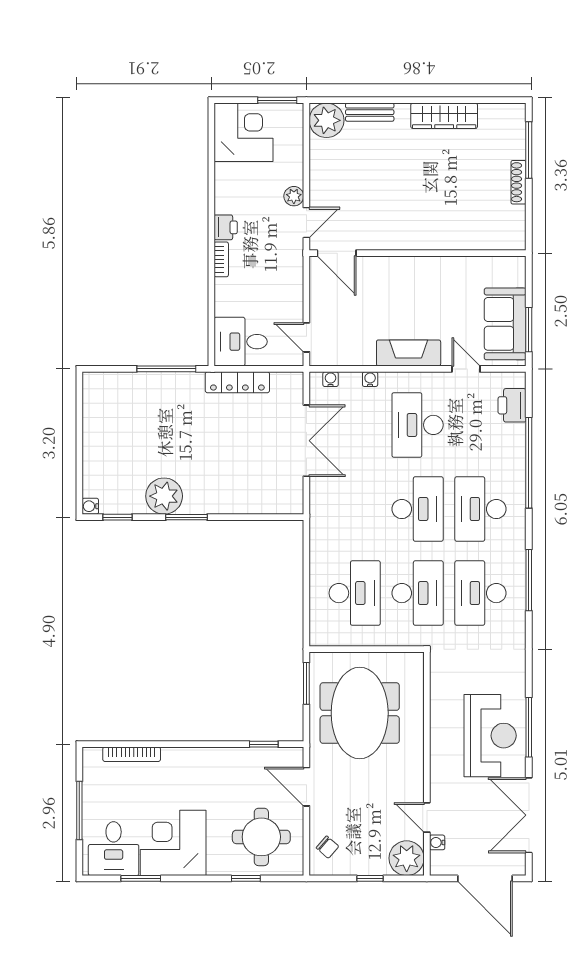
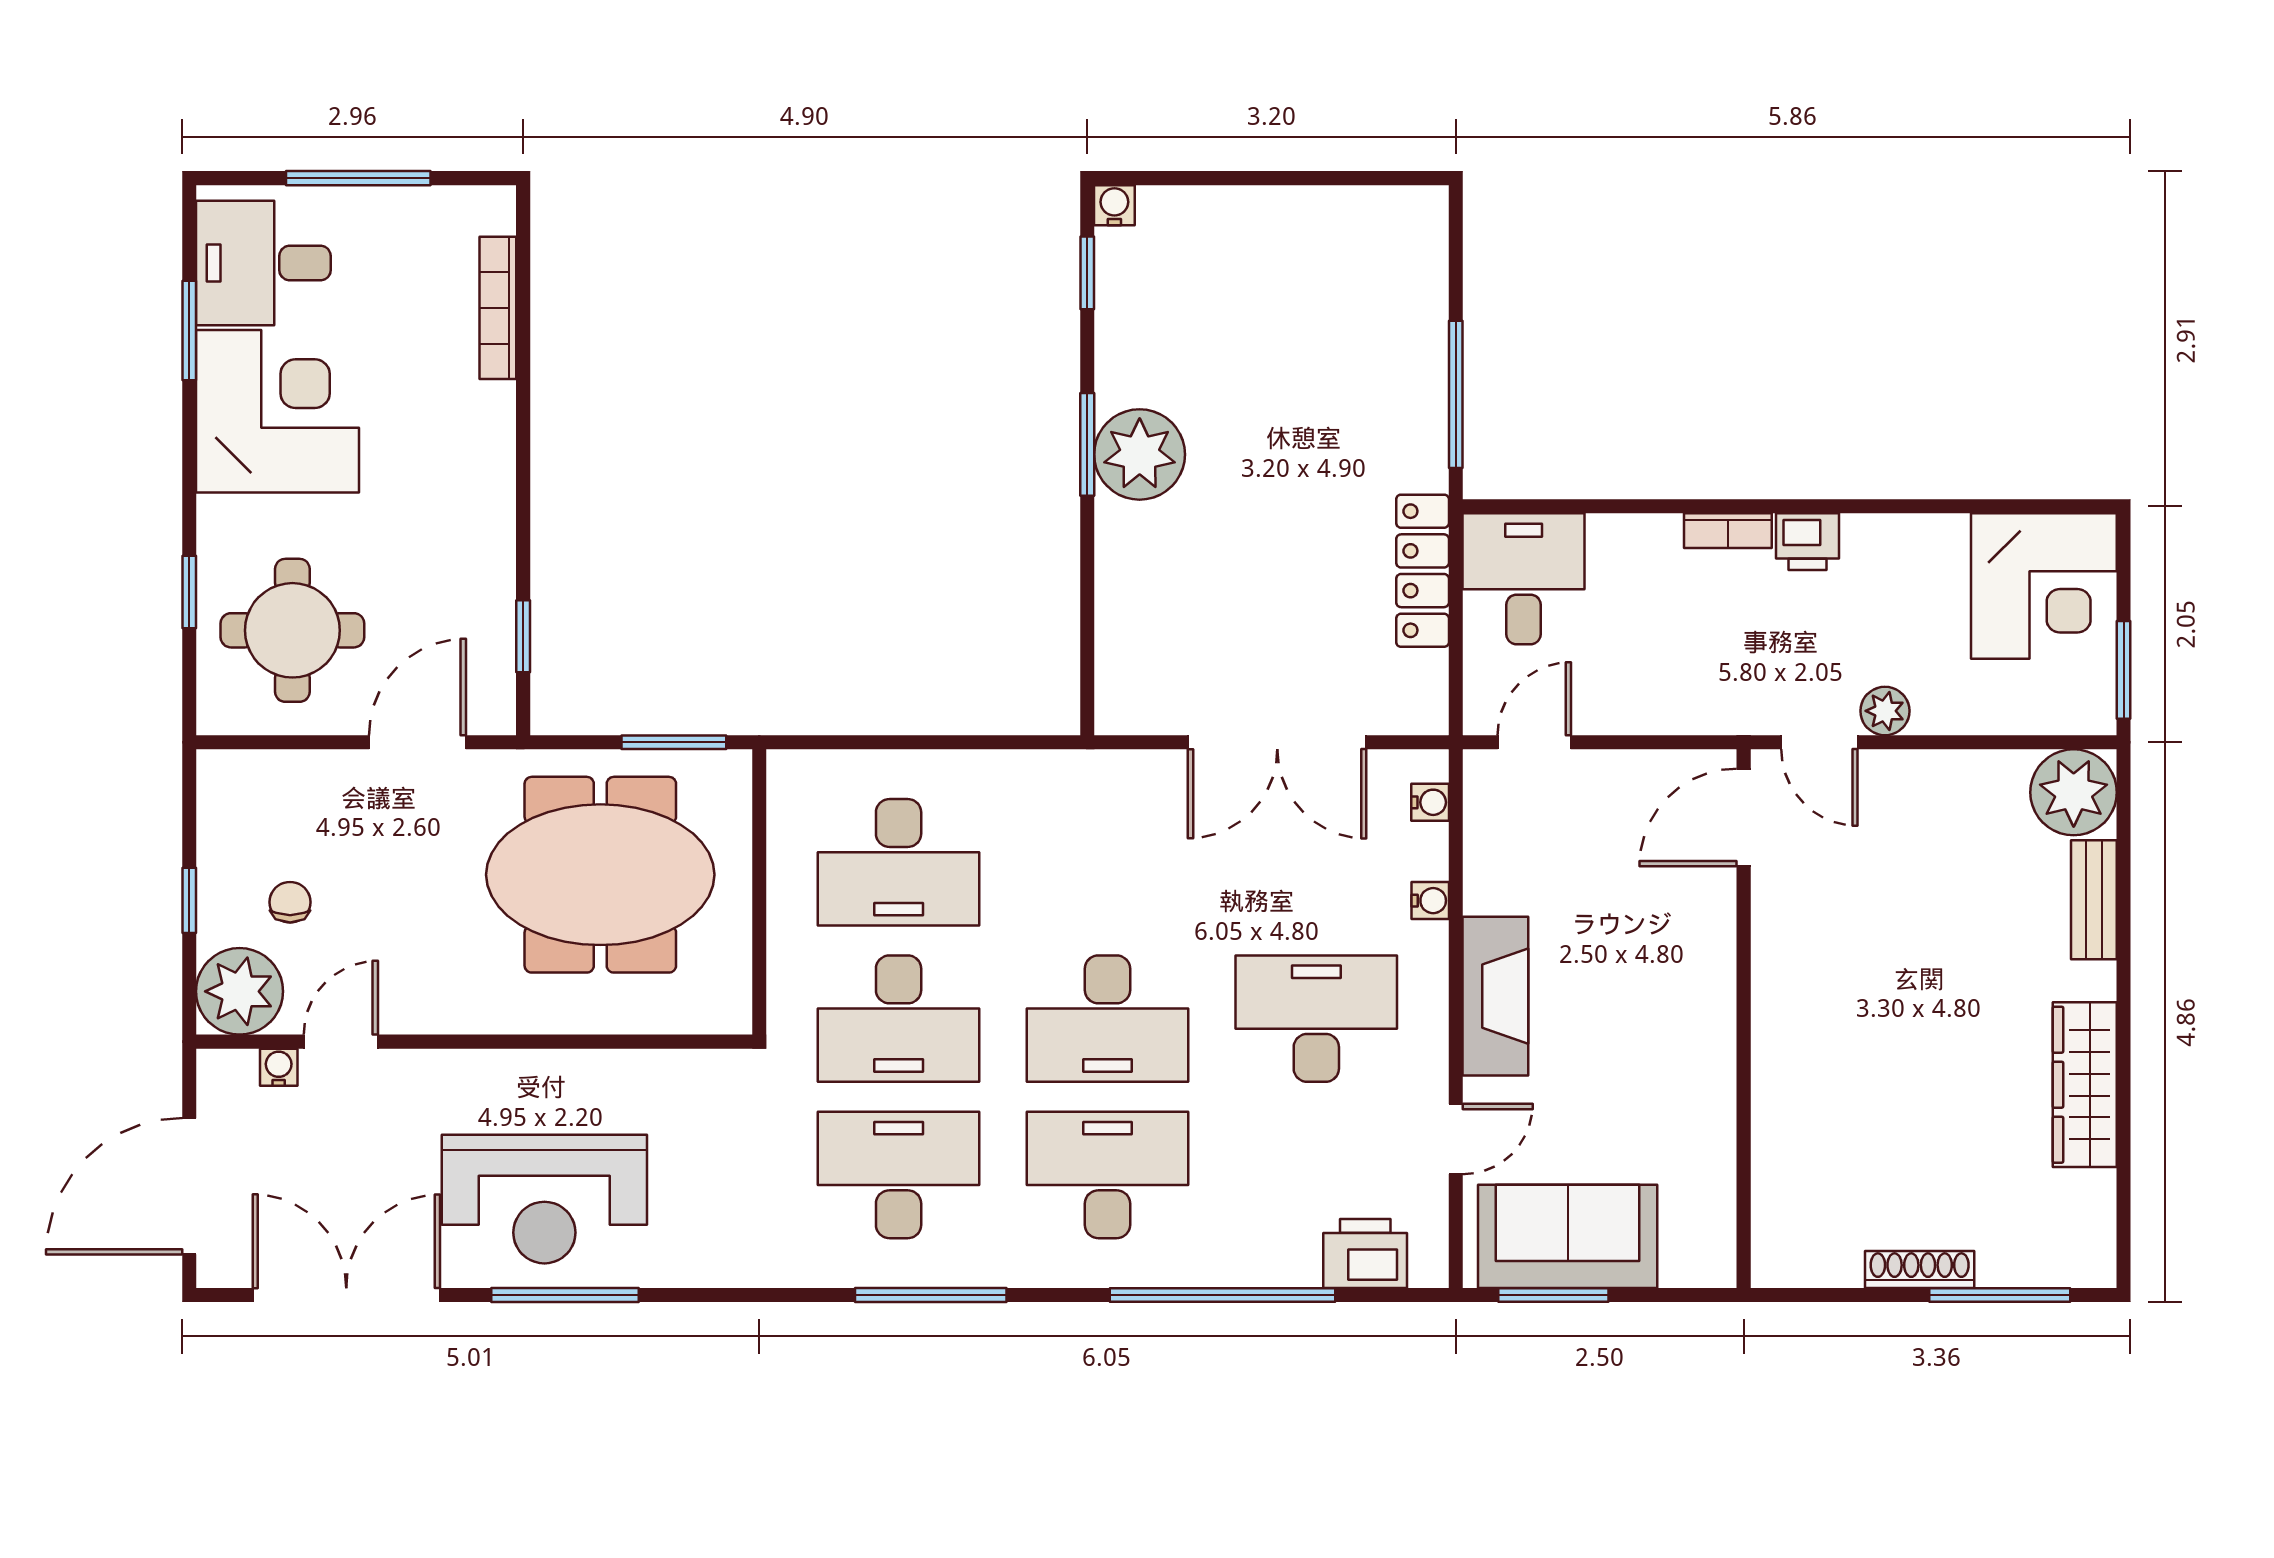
plant: (164, 496) -> (1140, 454), moved
chair: (328, 847) -> (290, 902), moved, turned 139

